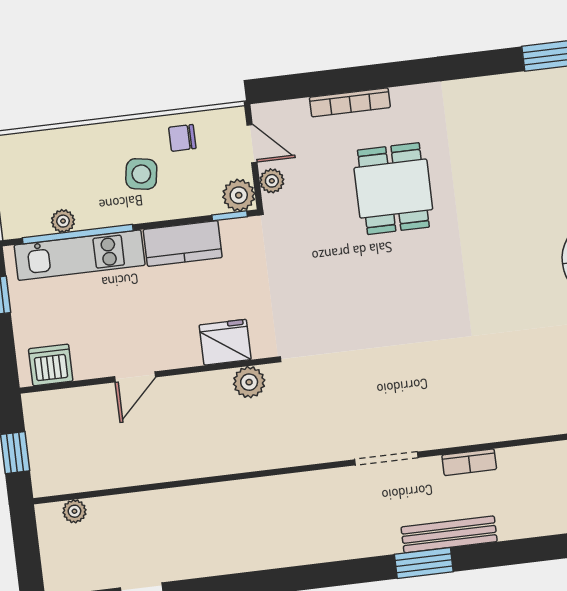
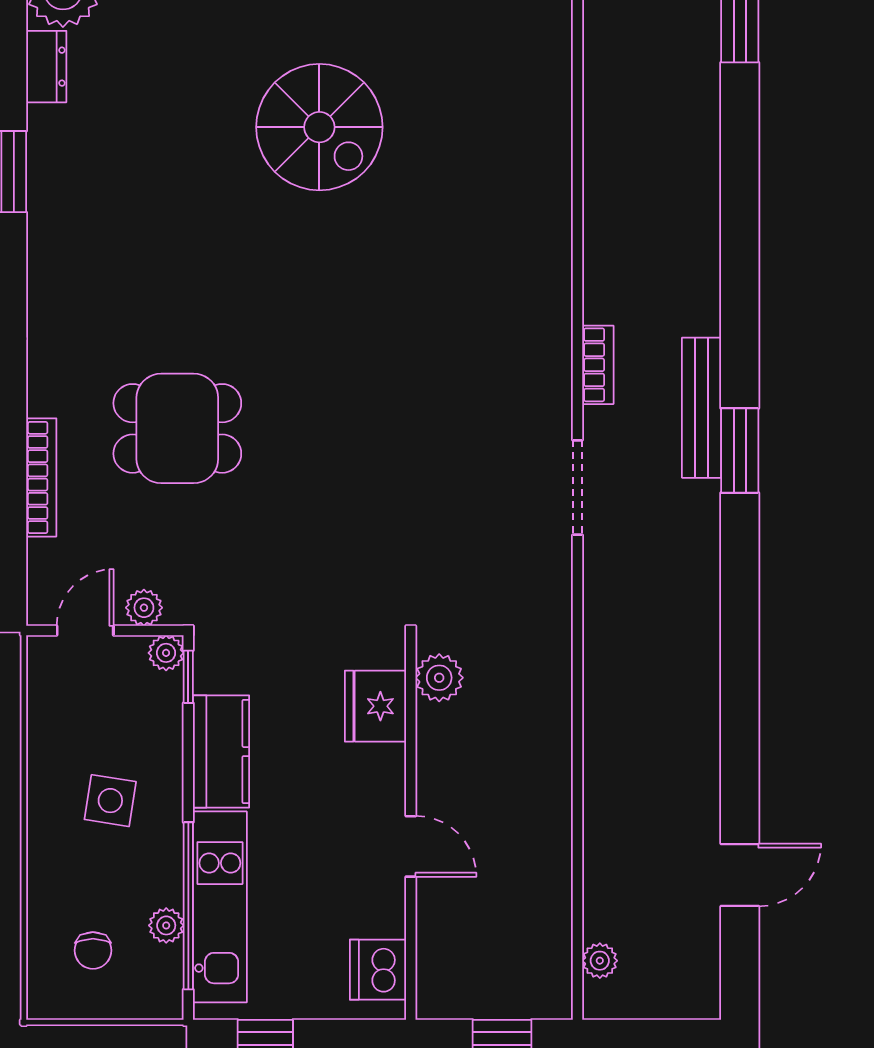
chair: (182, 138) -> (93, 950), moved
plant: (239, 195) -> (166, 653), width x0.73, depth x0.73

